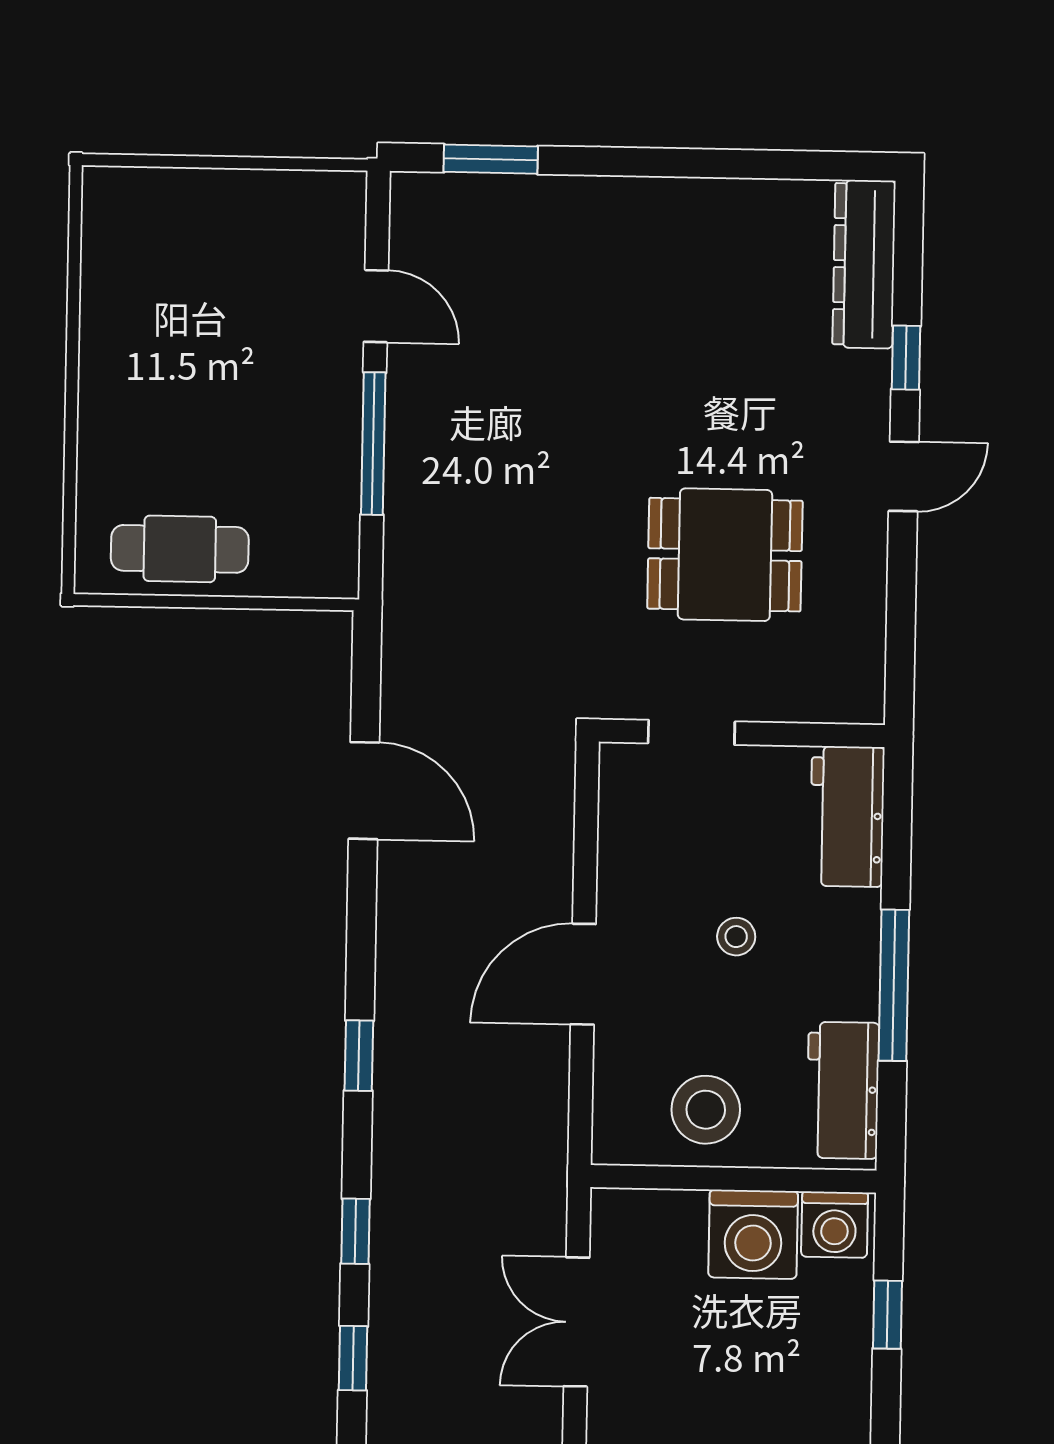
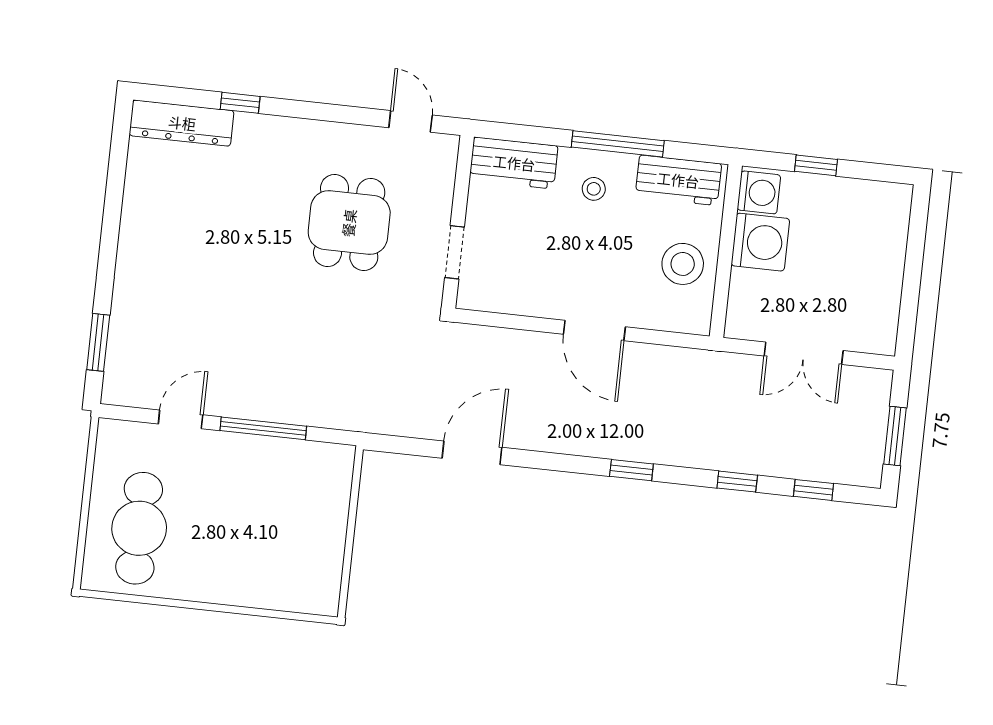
door: (904, 476) -> (411, 121), moved
cafe table: (180, 549) -> (139, 528), moved, width x1.37, depth x1.35
stool: (736, 937) -> (594, 189), moved

